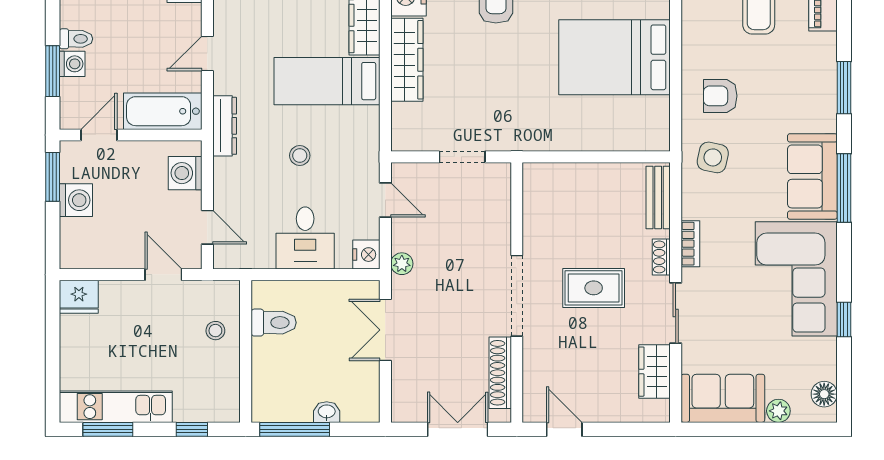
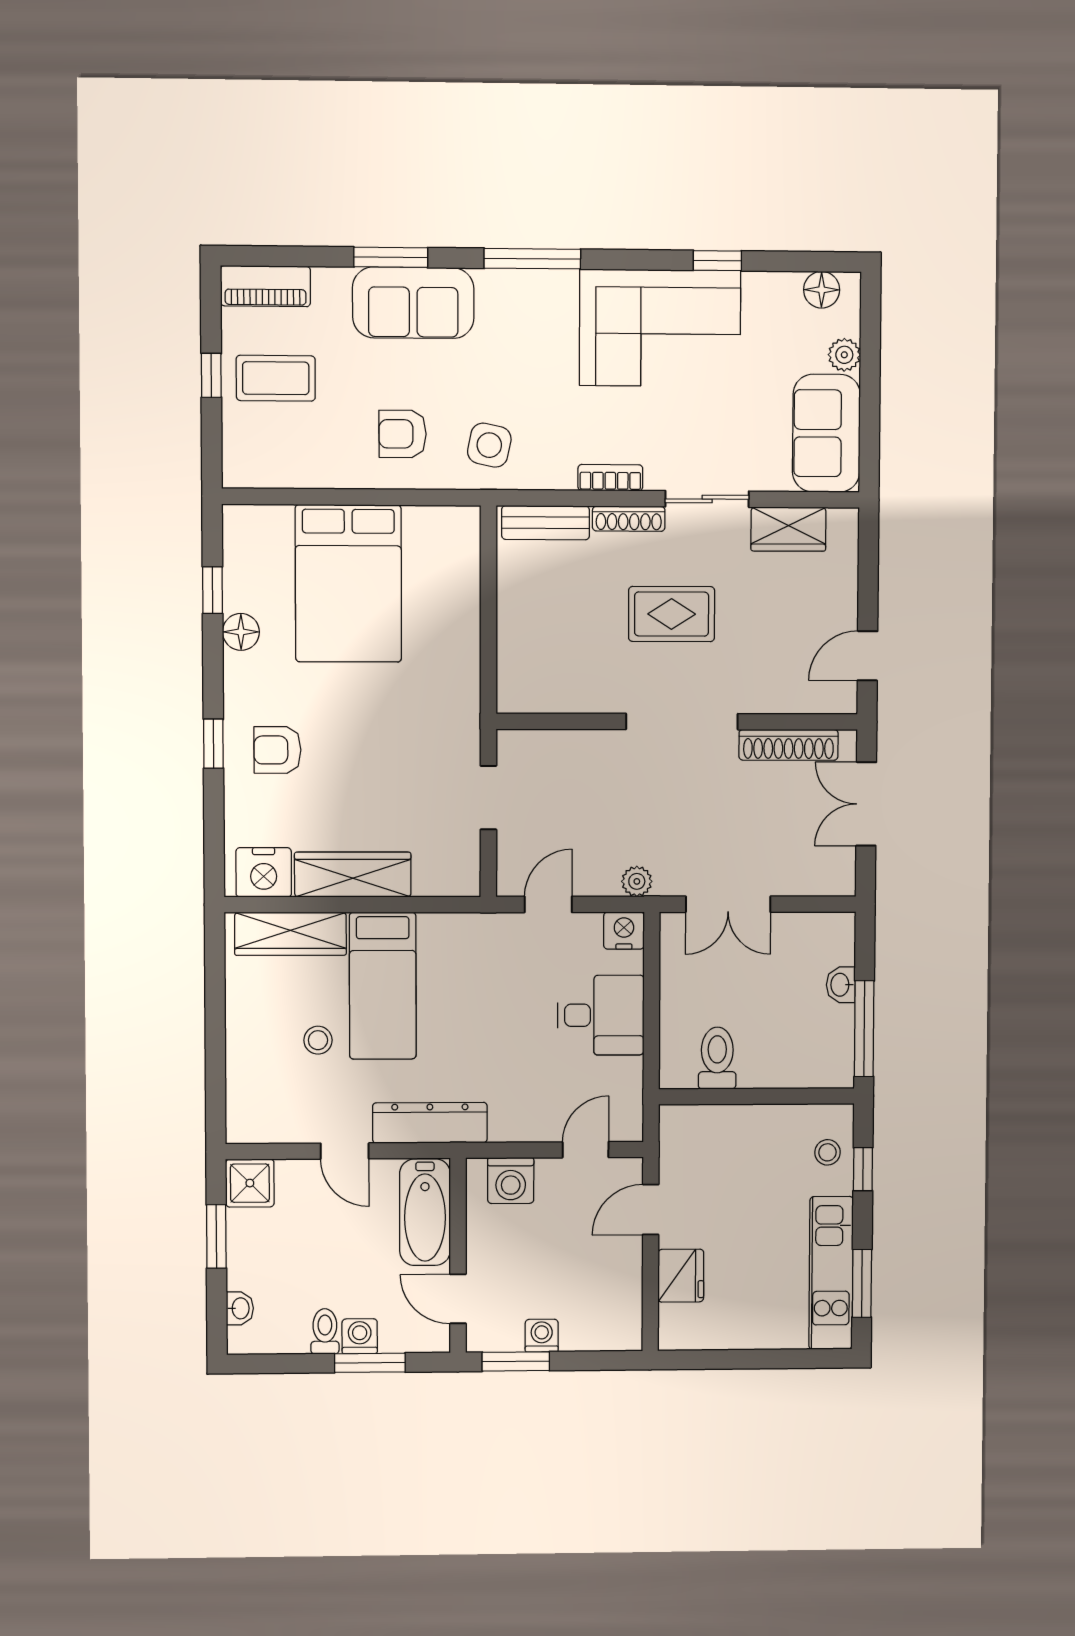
armchair: (720, 96) -> (403, 434), turned 90
dresser: (225, 126) -> (430, 1123), width x1.37, depth x1.24
stool: (300, 156) -> (318, 1040), moved
sofa: (812, 176) -> (413, 303), moved
washing machine: (76, 200) -> (542, 1336), width x0.73, depth x0.73
shoe rack: (661, 257) -> (629, 519), width x1.43
rug: (594, 288) -> (672, 614), turned 90
fridge: (79, 297) -> (681, 1276), moved
stool: (215, 331) -> (827, 1152), moved

